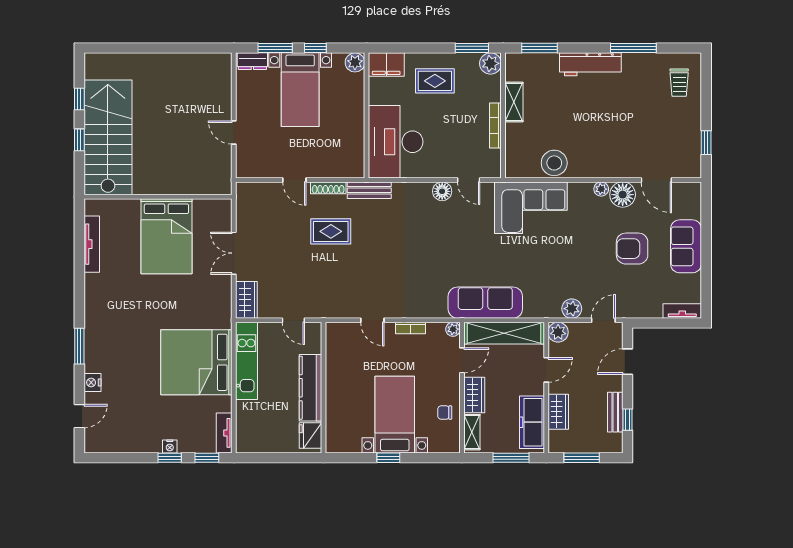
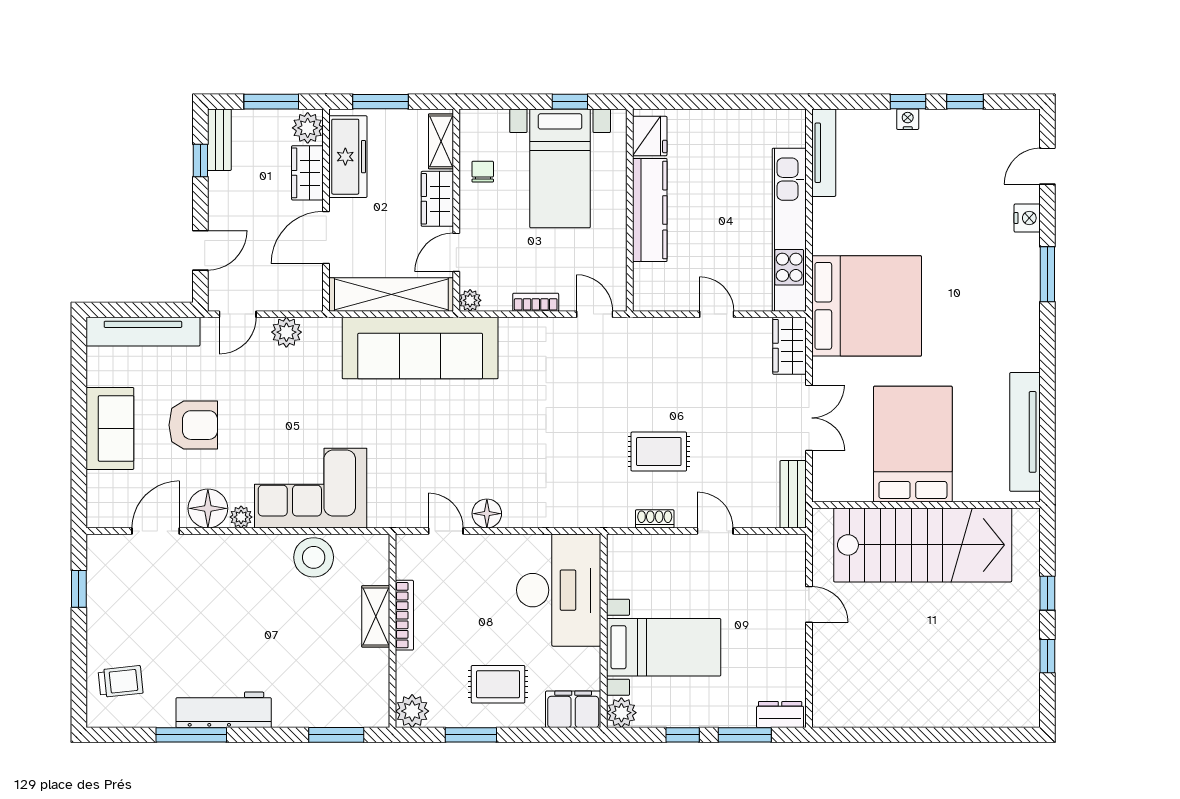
window: (472, 48) -> (471, 735), moved
workbench: (590, 64) -> (224, 710), moved
trolley: (679, 83) -> (121, 682), turned 84
bed with nightstands: (300, 90) -> (664, 647), moved, turned 90
shelving: (514, 102) -> (376, 616), moved
stairs: (108, 137) -> (923, 545), moved, turned -90
door: (656, 180) -> (156, 531), hinge flipped
shoe rack: (328, 188) -> (655, 519), width x0.70
bench: (369, 190) -> (793, 494), moved, turned 90
corner sofa: (531, 208) -> (311, 488), moved
tv unit: (92, 244) -> (1025, 432), width x1.36, depth x1.29
sofa: (485, 303) -> (420, 348), width x1.36, depth x1.27
tv unit: (682, 311) -> (143, 332), width x1.92, depth x1.29
plant: (558, 332) -> (308, 128), moved
kitchen unit: (246, 361) -> (789, 230), width x1.36
bed: (196, 362) -> (867, 306), moved
door: (546, 370) -> (326, 237), width x1.38
kitchen counter: (310, 388) -> (650, 210), moved
wall: (323, 388) -> (630, 210), moved
bench: (615, 412) -> (219, 140), moved
chair: (445, 413) -> (483, 172), turned -90
tv unit: (224, 433) -> (824, 153), width x1.41
fridge: (311, 436) -> (650, 136), moved
window: (207, 458) -> (965, 102), moved

